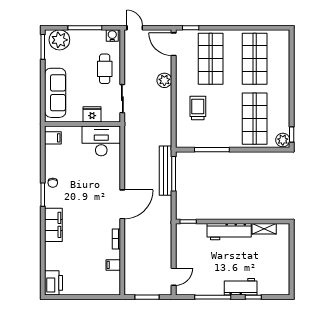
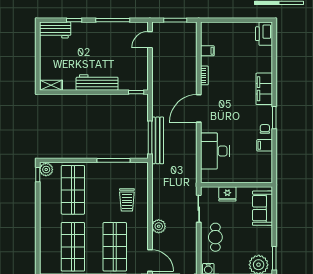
sofa: (55, 93) -> (262, 208), width x0.73
filing cabinet: (53, 138) -> (265, 145), moved
desk: (101, 141) -> (215, 151), moved, turned 90
shelving: (264, 229) -> (51, 85), moved
workbench: (241, 287) -> (55, 30), moved

